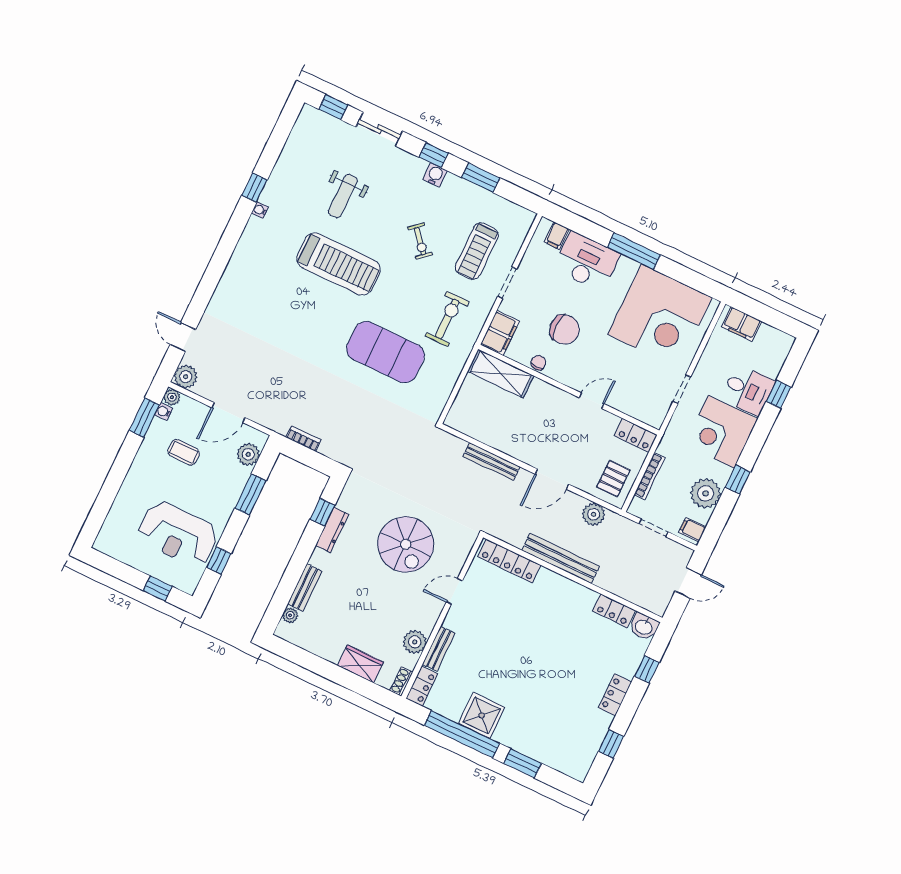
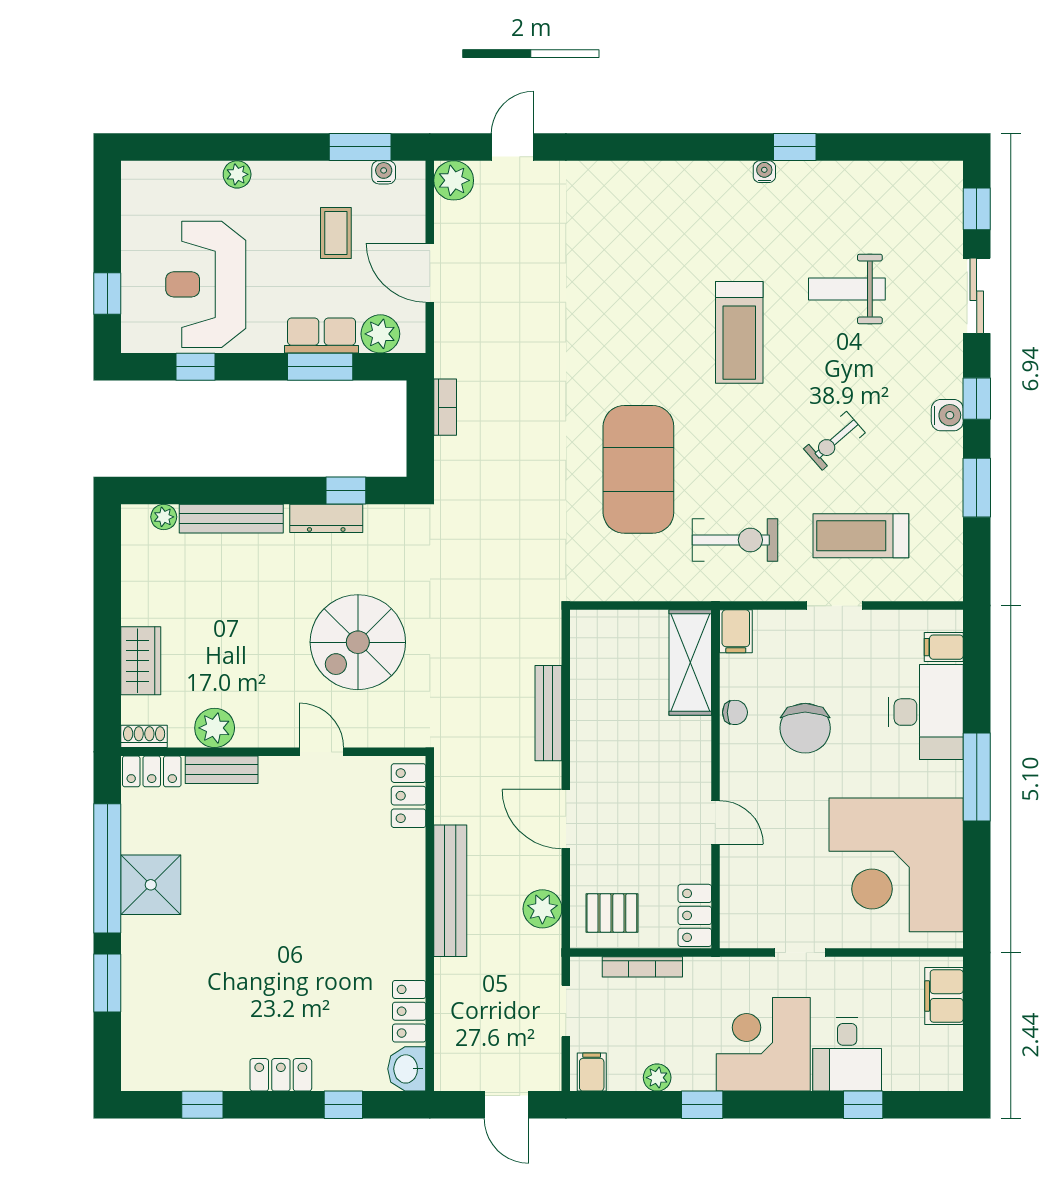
treadmill: (338, 264) -> (739, 332), width x0.73, depth x0.73
filing cabinet: (500, 333) -> (736, 631), width x0.50
plant: (172, 397) -> (237, 174), moved
row of seats: (234, 486) -> (322, 335), added
plant: (706, 493) -> (657, 1078), width x0.53, depth x0.53
locker: (509, 561) -> (409, 796), width x0.66
bench: (305, 587) -> (231, 519), width x1.36

